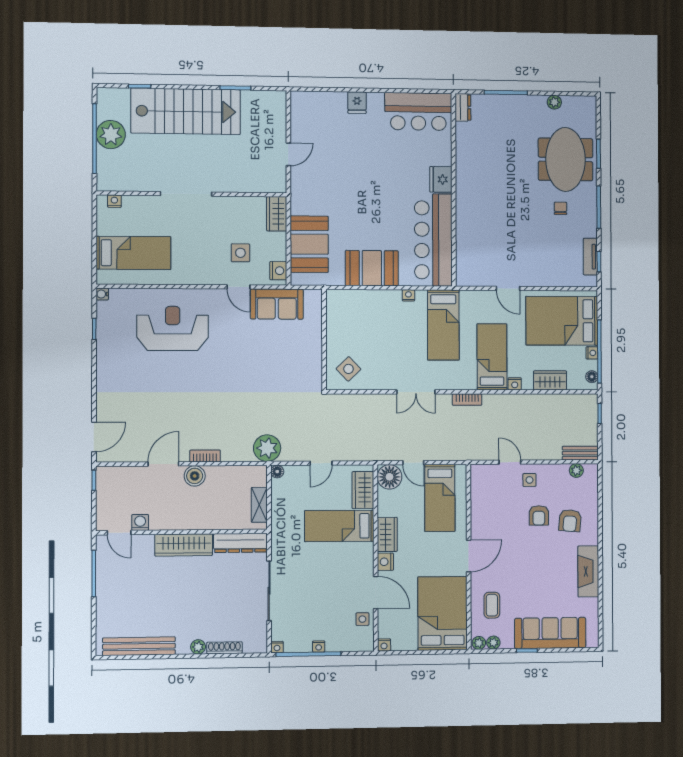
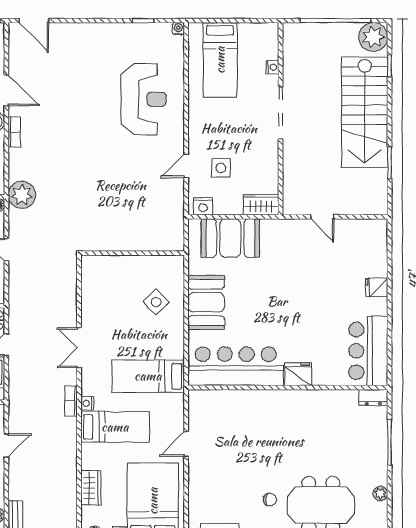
plant: (111, 135) -> (373, 37), moved
nightstand: (114, 201) -> (272, 67), moved
nightstand: (408, 295) -> (178, 340), removed
sofa: (277, 304) -> (169, 205), removed
side table: (348, 369) -> (156, 302), moved
nightstand: (515, 384) -> (87, 403), moved

